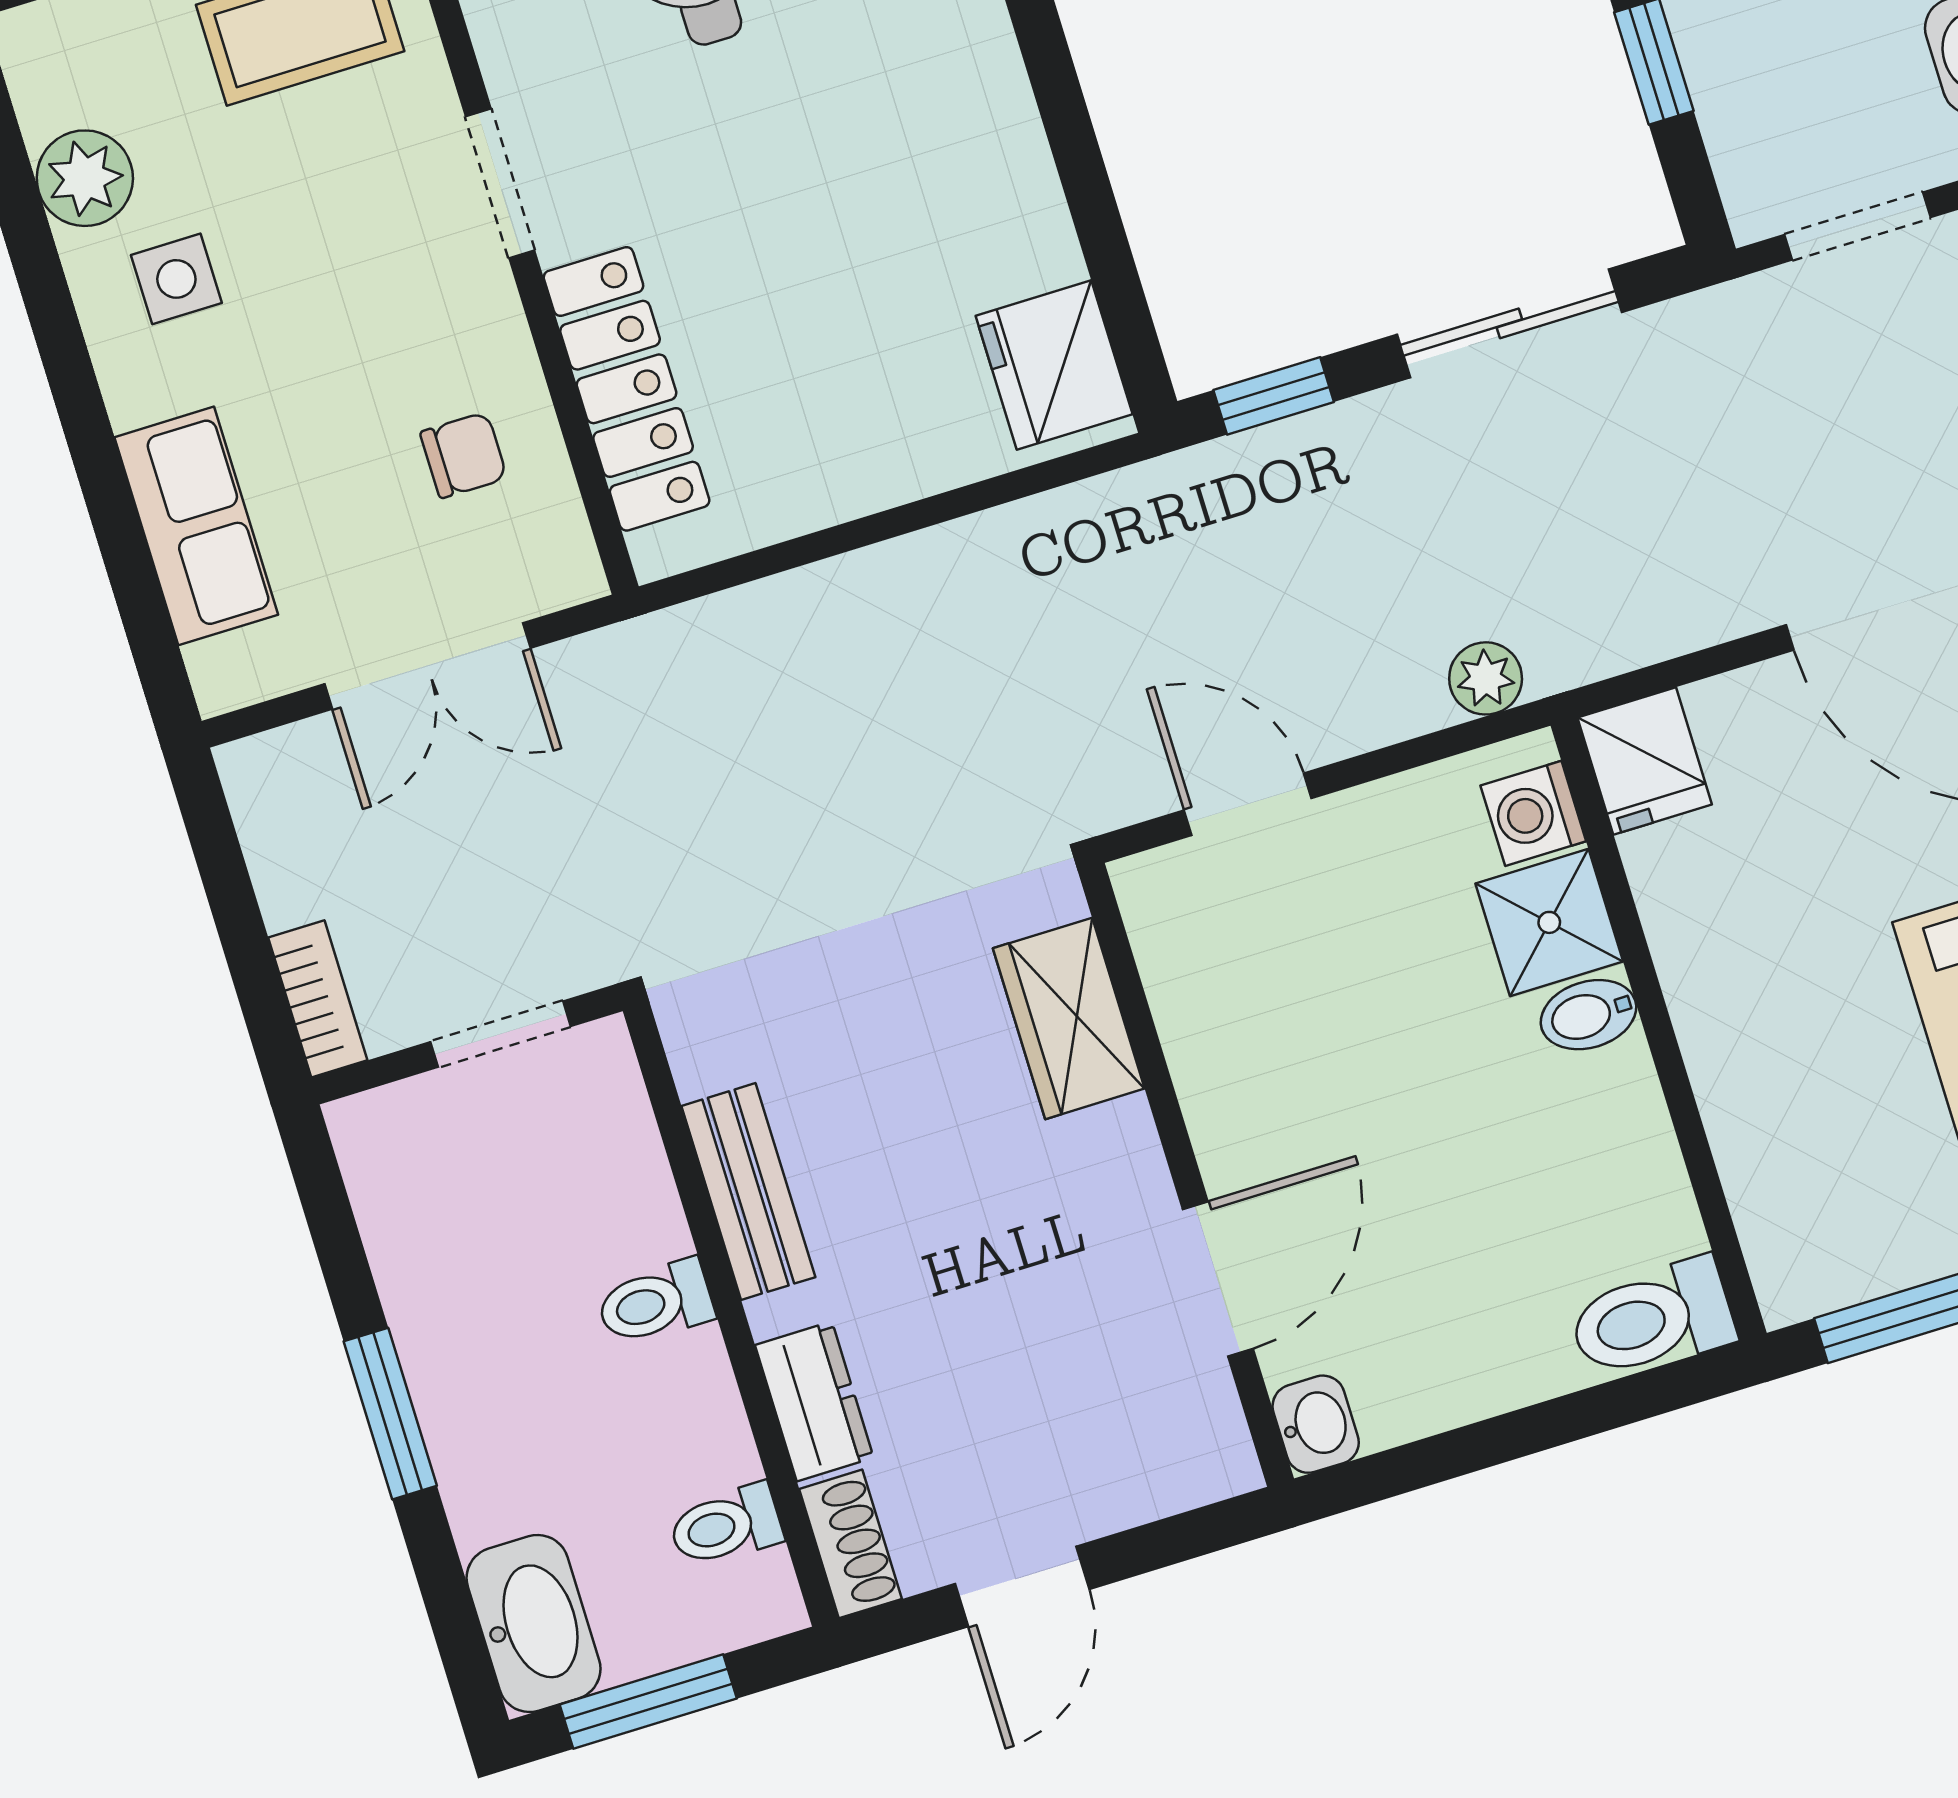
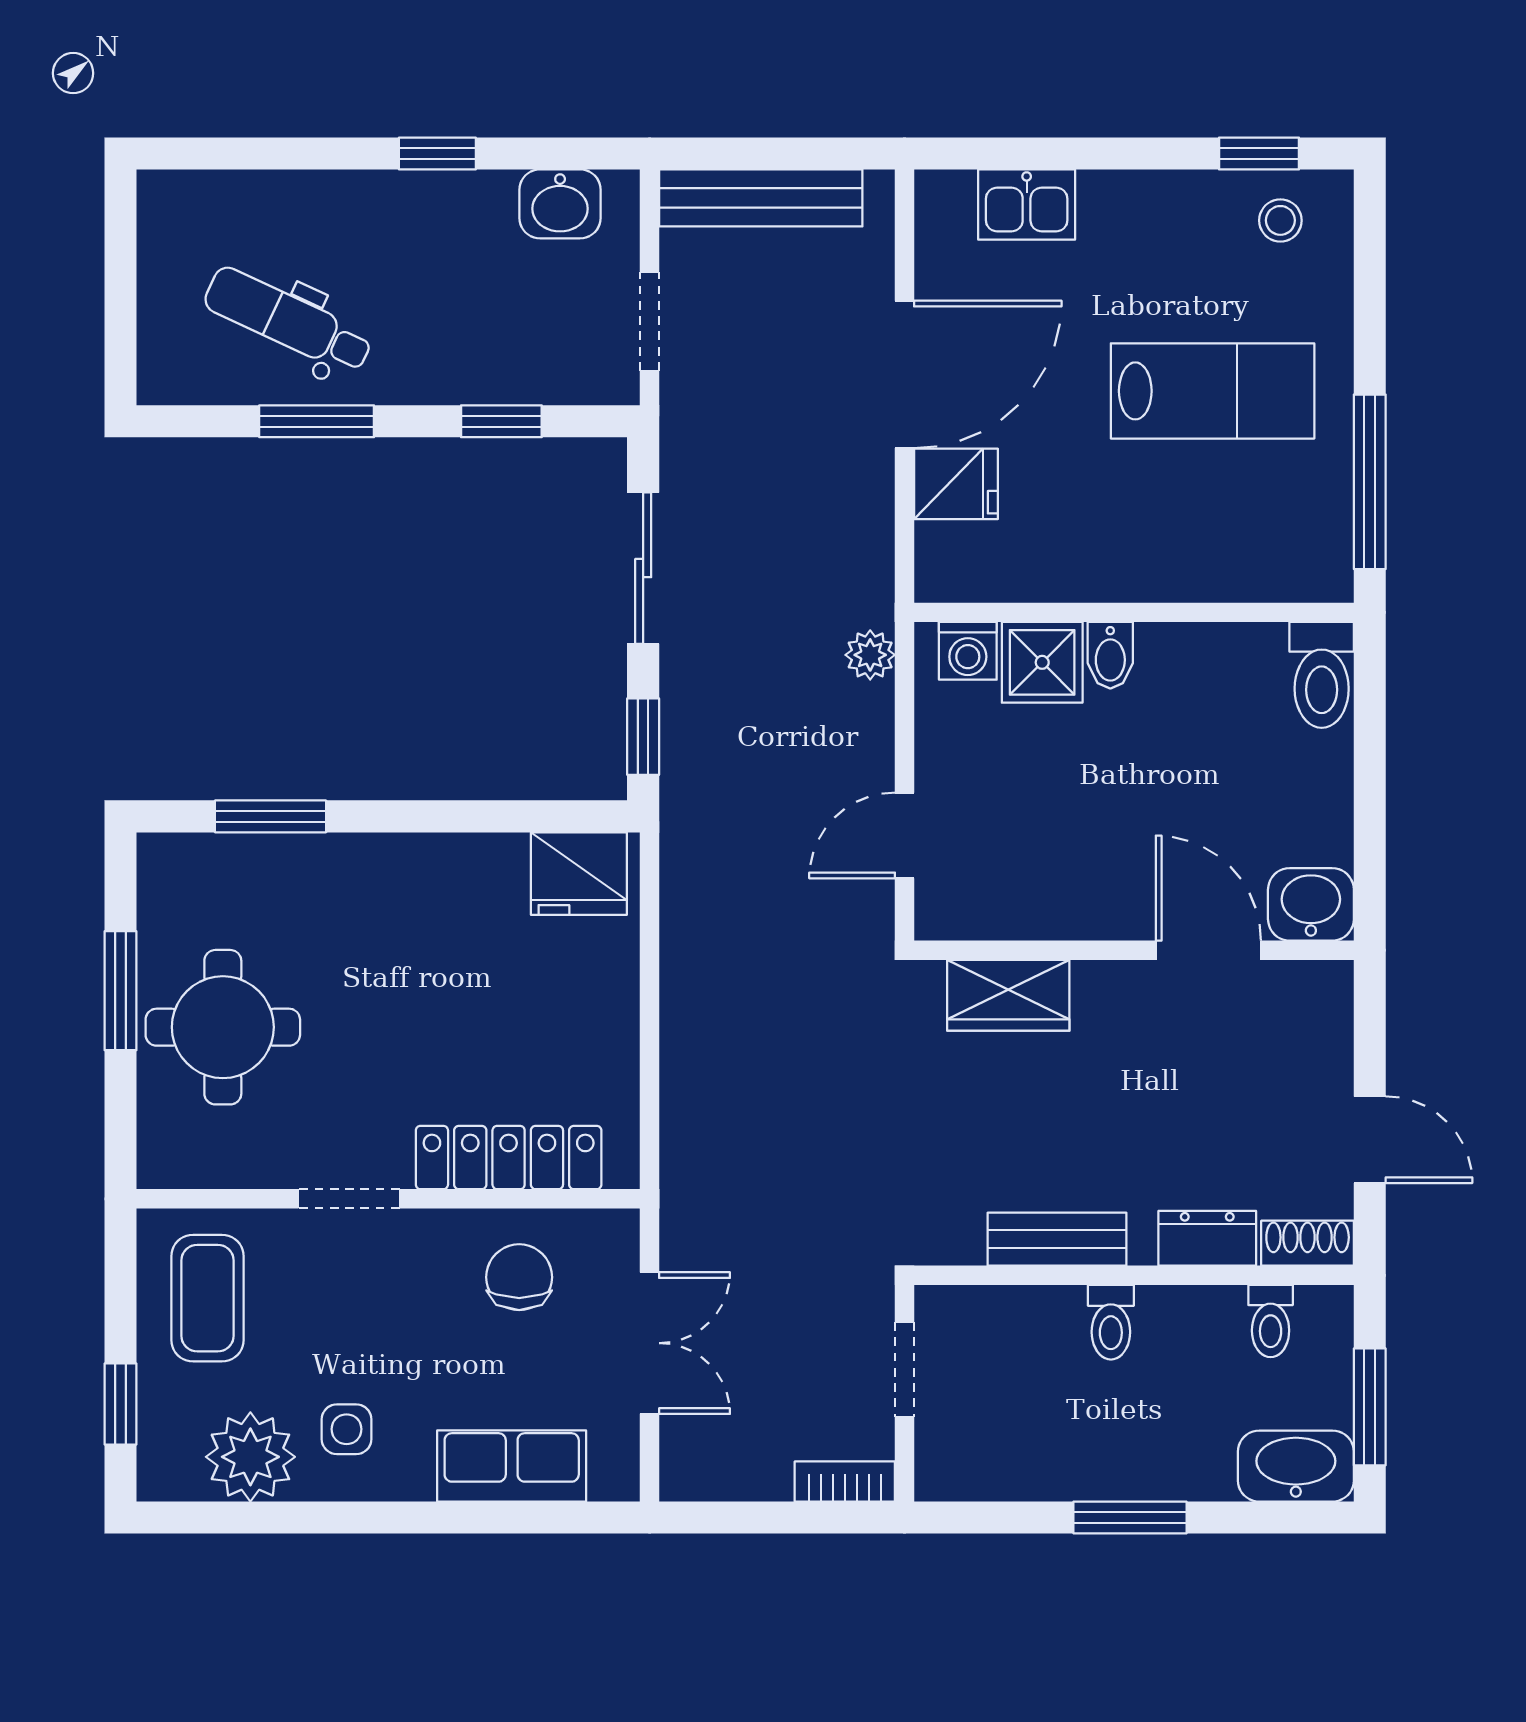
plant: (85, 178) -> (250, 1457), width x1.36, depth x1.36
chair: (464, 455) -> (519, 1277), width x1.37, depth x1.37
fridge: (1645, 761) -> (956, 484), moved
washbasin: (1316, 1424) -> (1311, 904), width x1.38, depth x1.45

